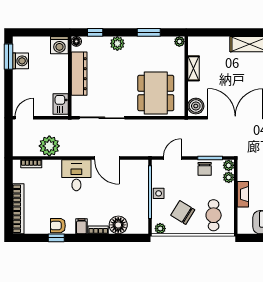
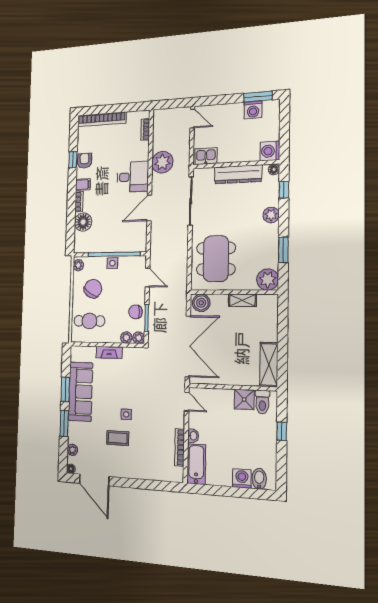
plant: (179, 42) -> (268, 280), width x1.88, depth x1.88
dining table: (156, 93) -> (216, 259), turned 90
plant: (49, 146) -> (162, 162), moved

